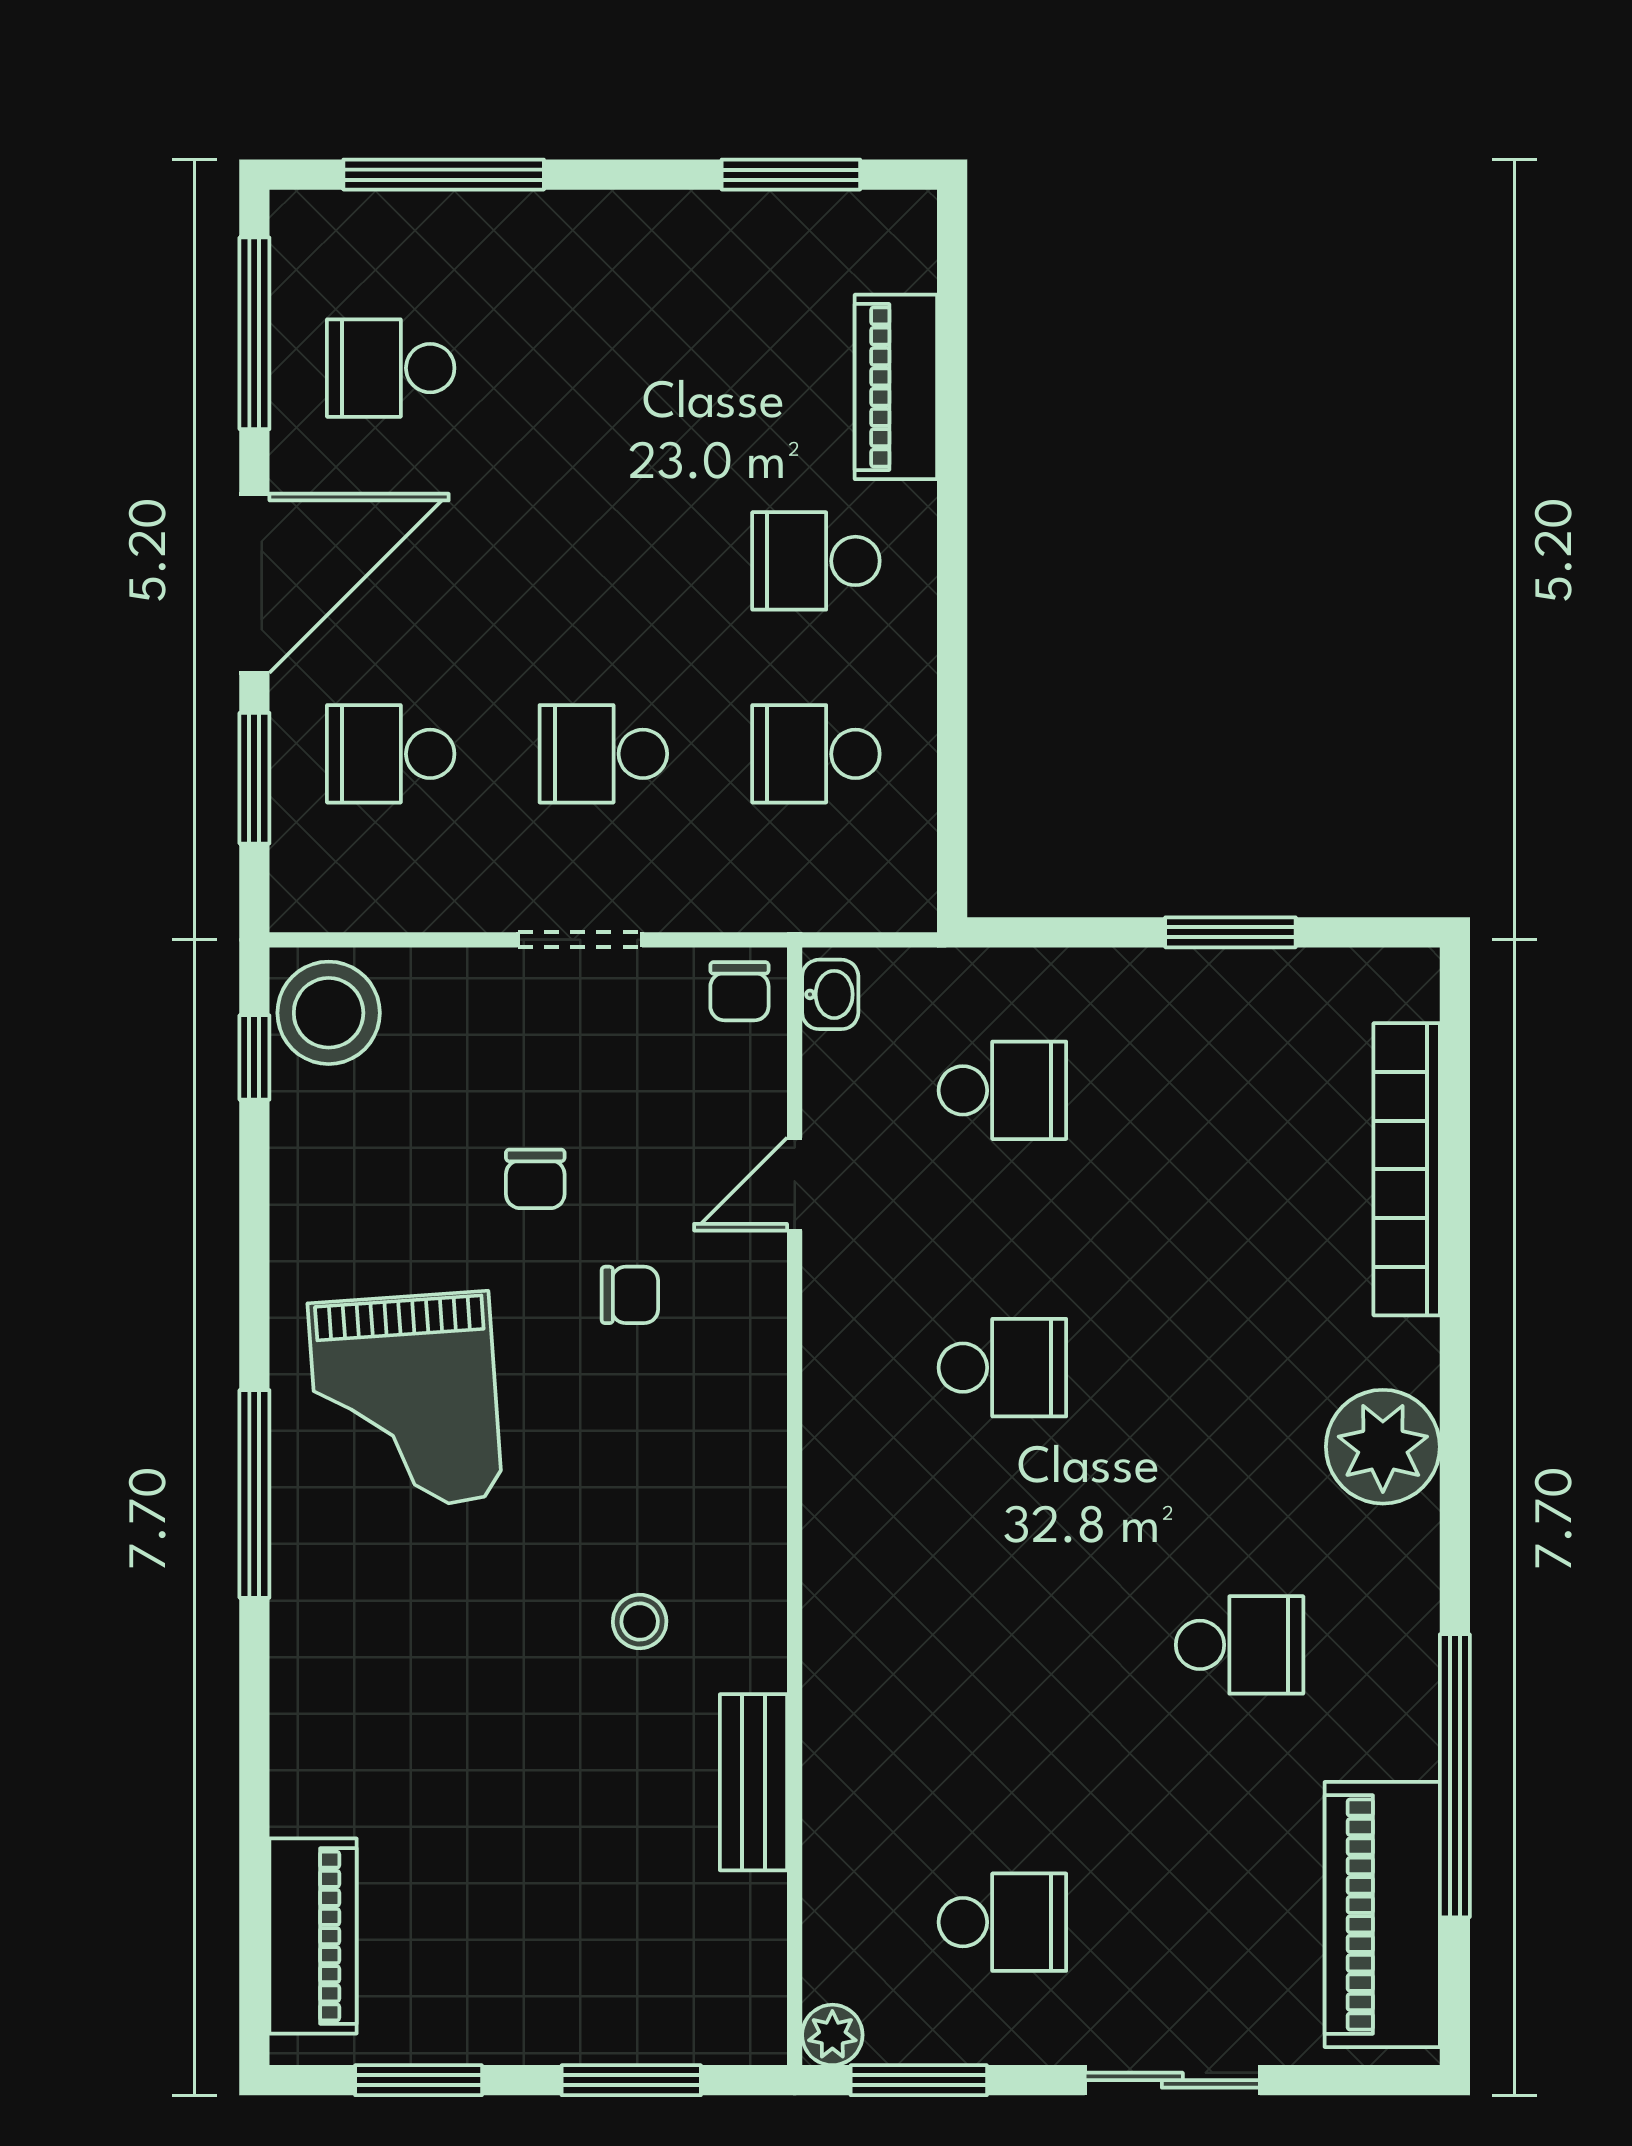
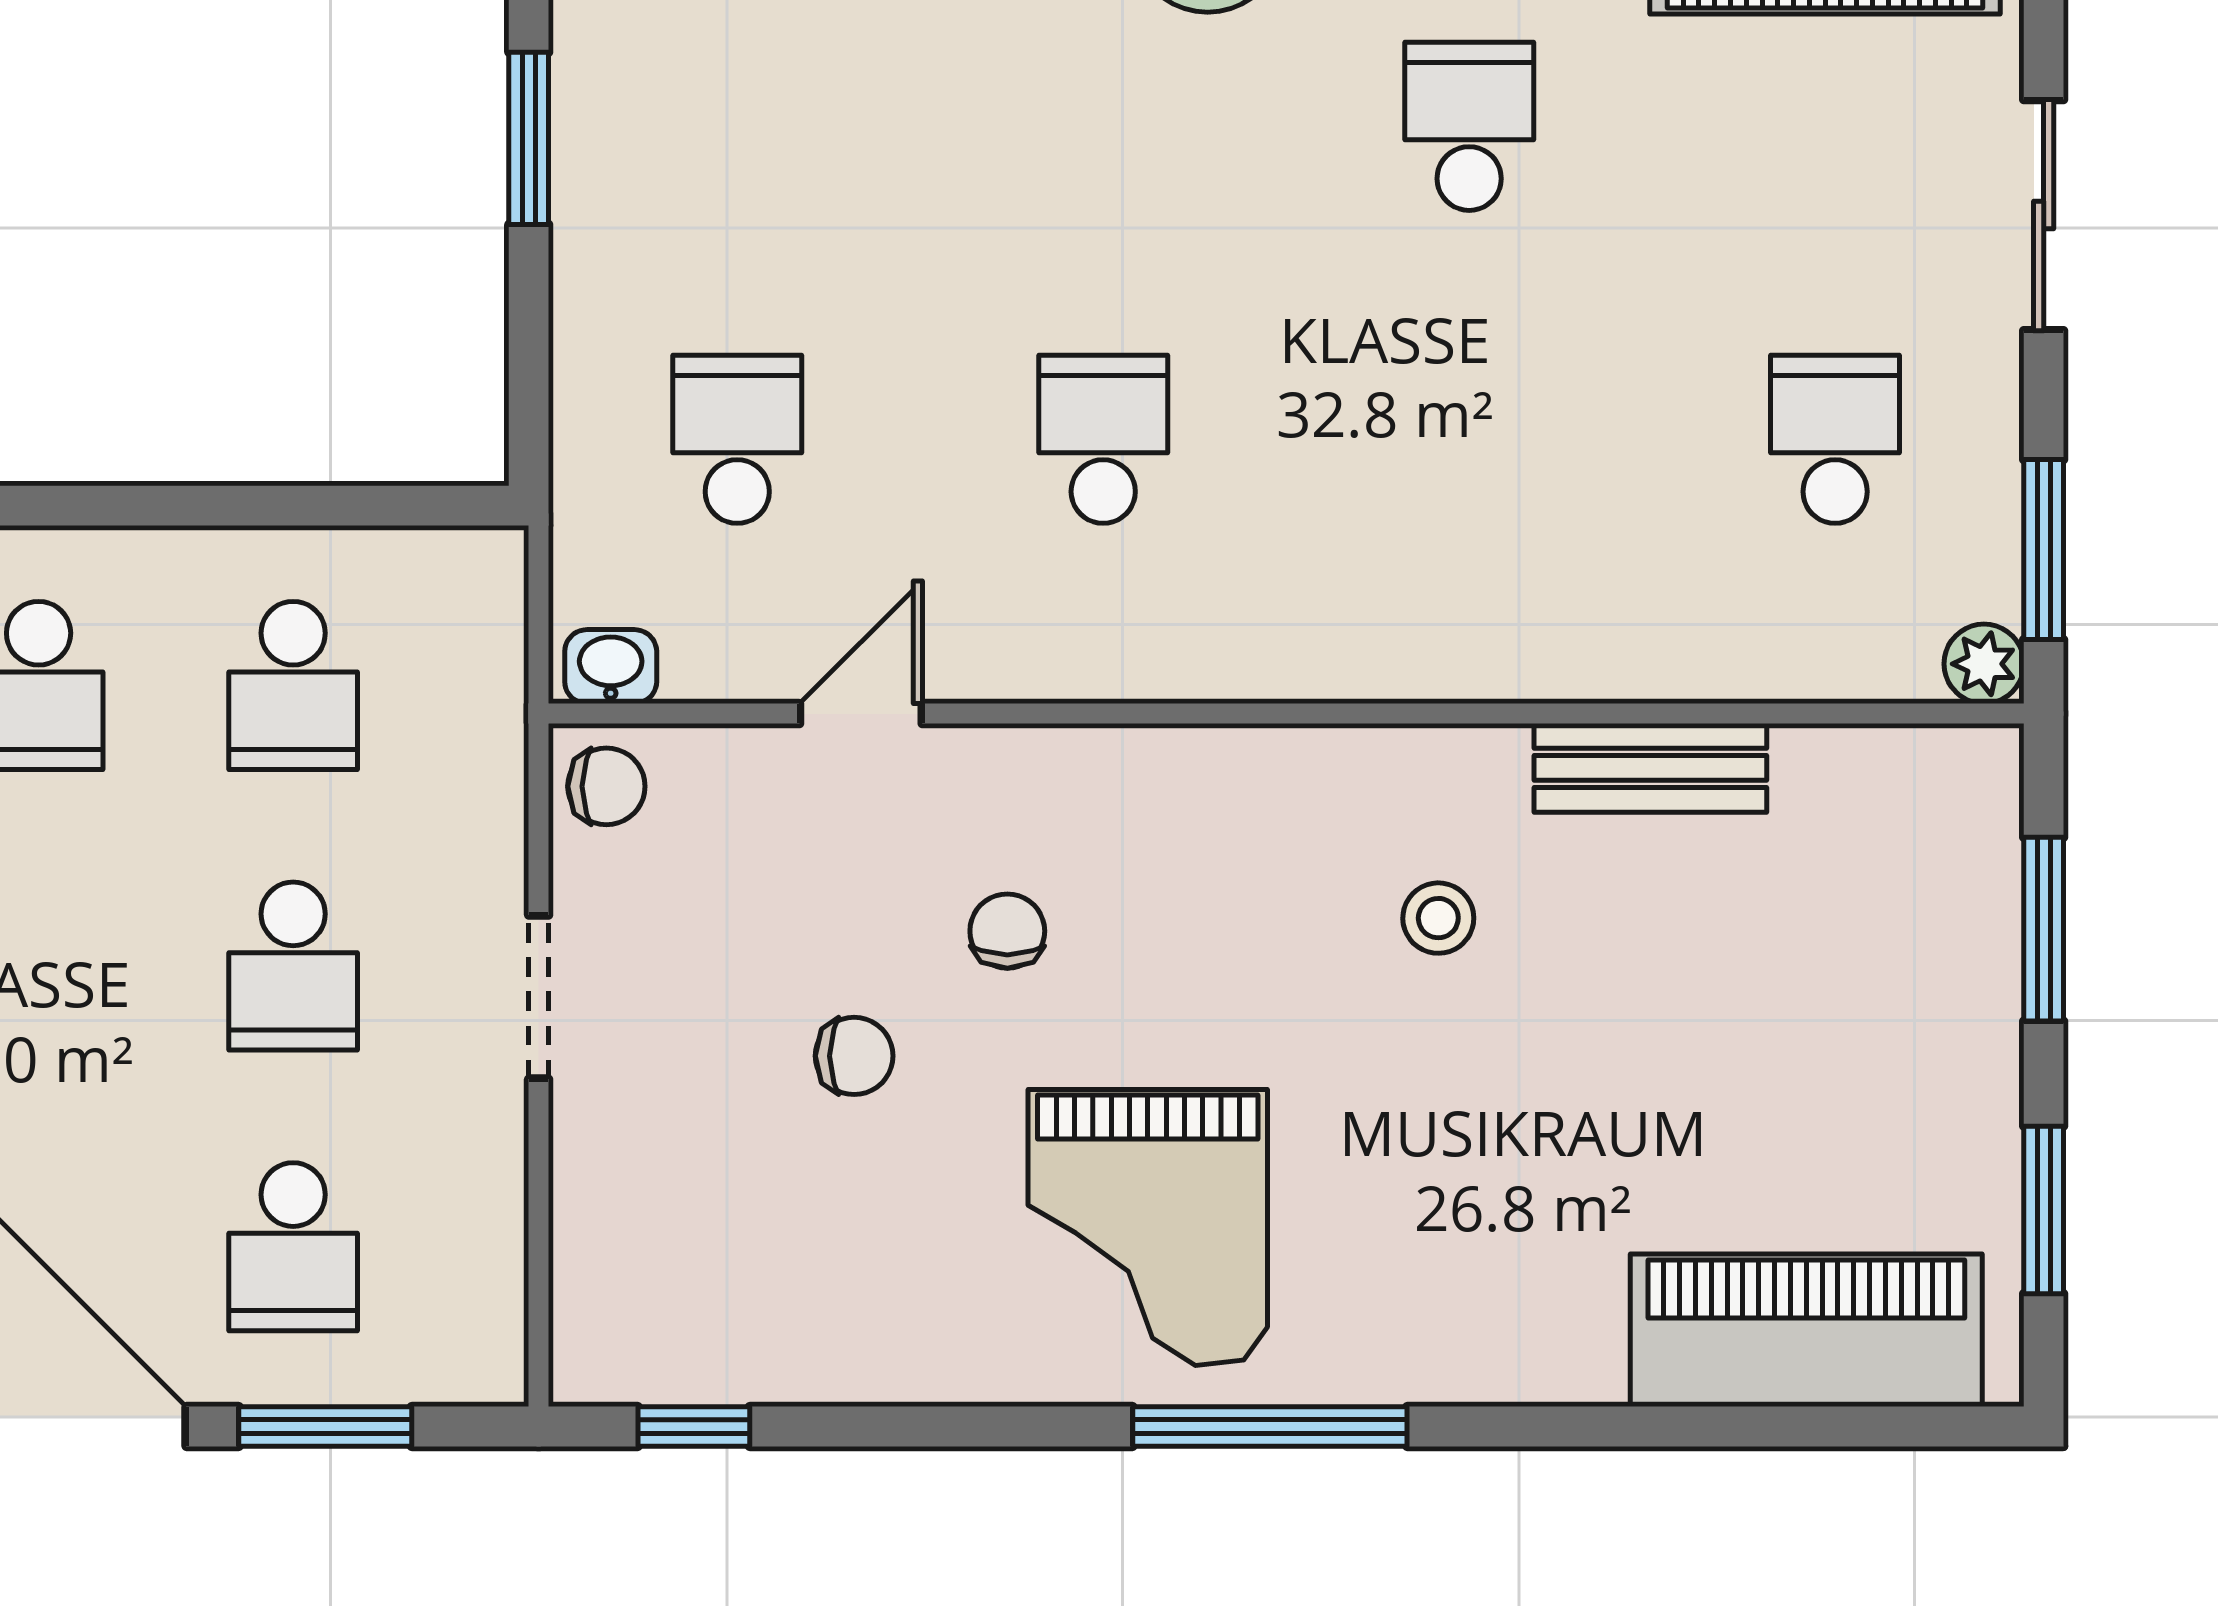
stool: (329, 1013) -> (635, 1329), removed
door: (795, 1184) -> (861, 714), swing flipped
grand piano: (405, 1401) -> (1148, 1228), turned 94
piano: (313, 1936) -> (1806, 1330), width x1.37, depth x1.33

